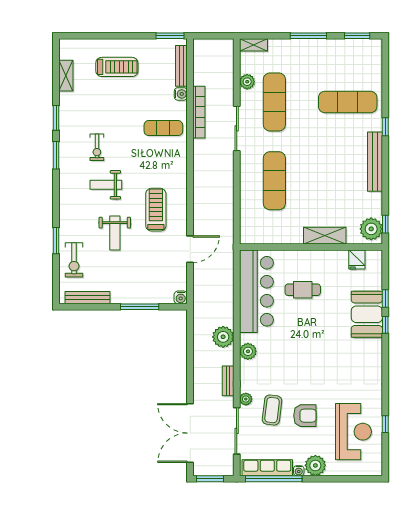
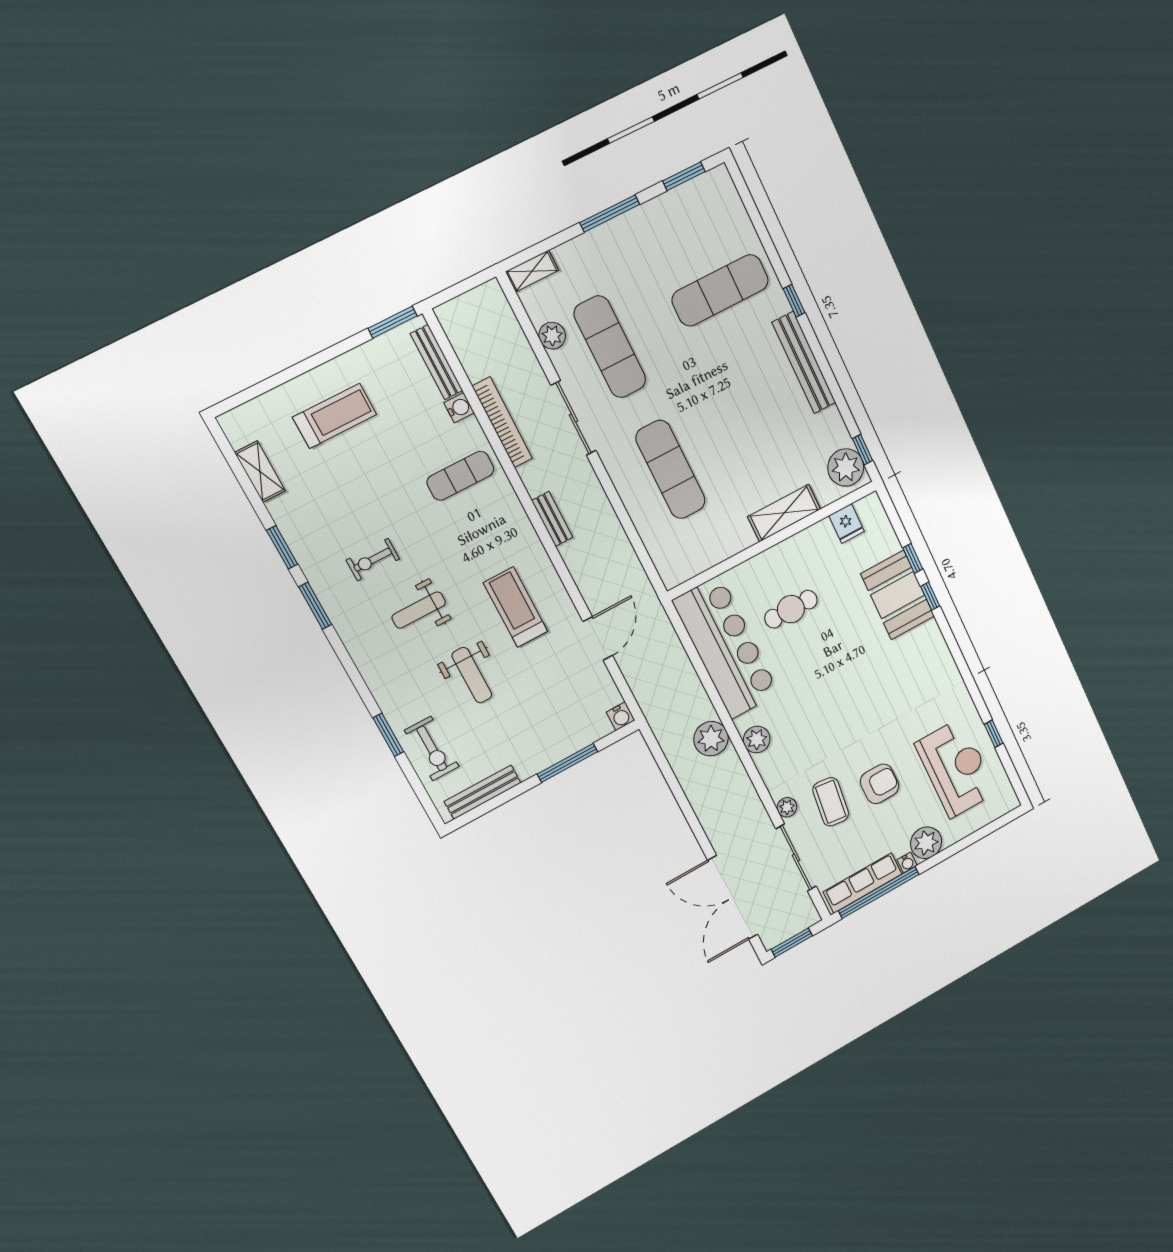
exercise bike: (97, 147) -> (373, 560), turned 90
bench: (228, 381) -> (552, 519), moved

